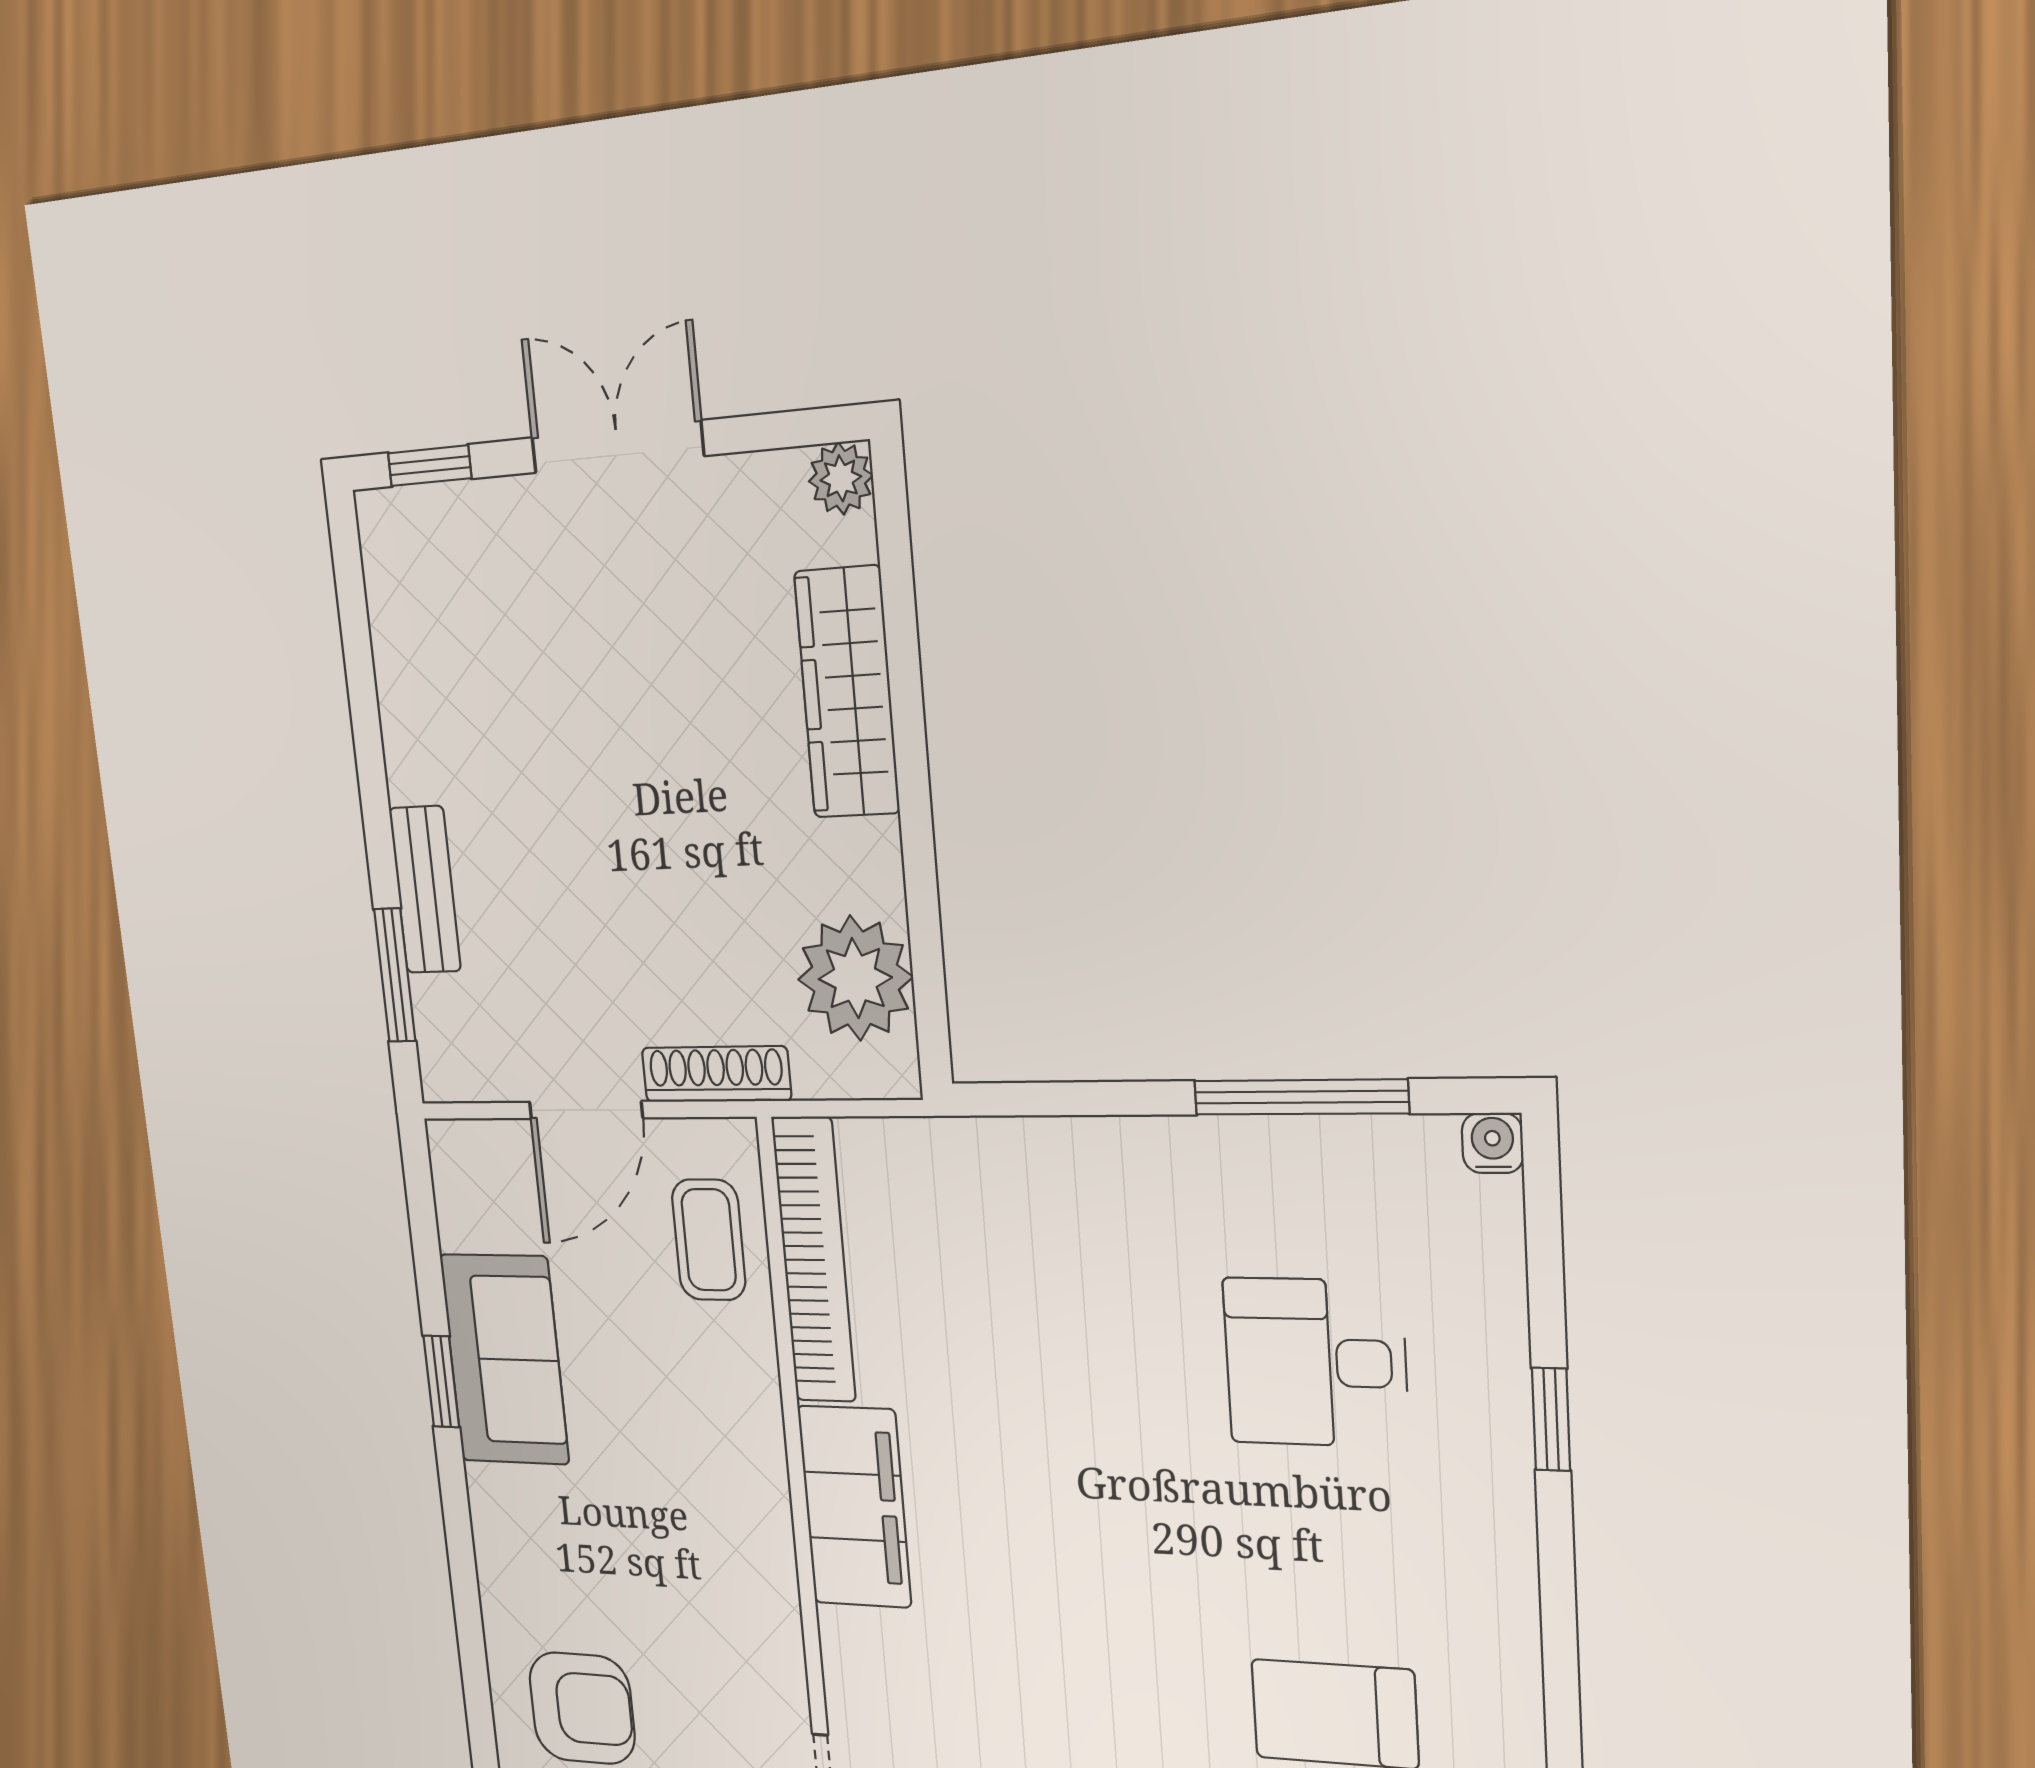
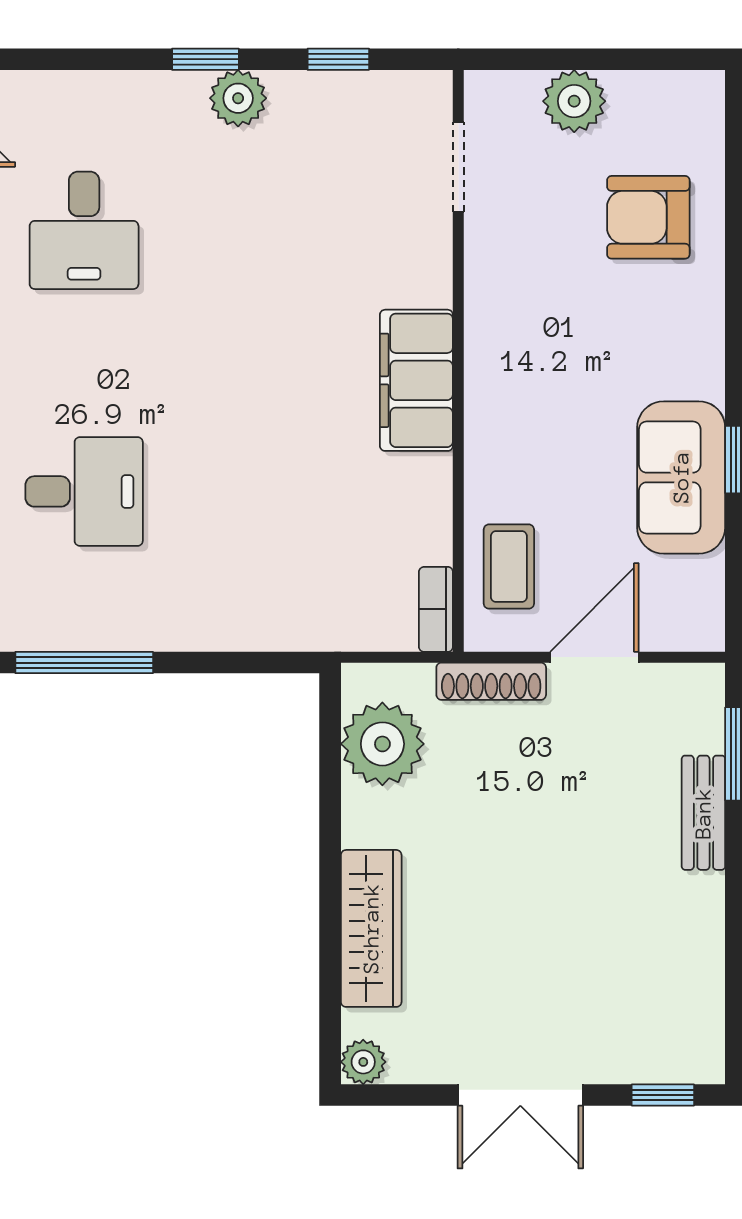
bookcase: (814, 1260) -> (436, 609), width x0.43, depth x0.76

